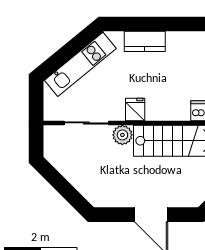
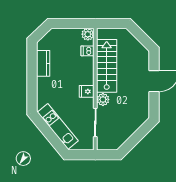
kitchen counter: (145, 41) -> (43, 63), moved

